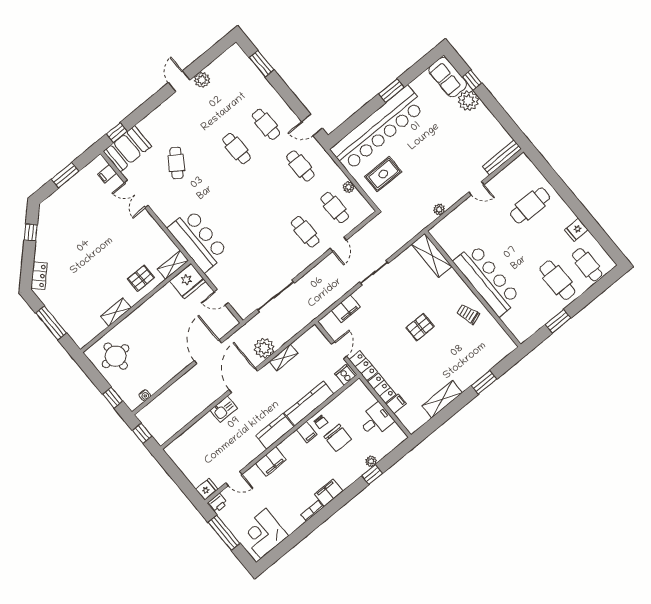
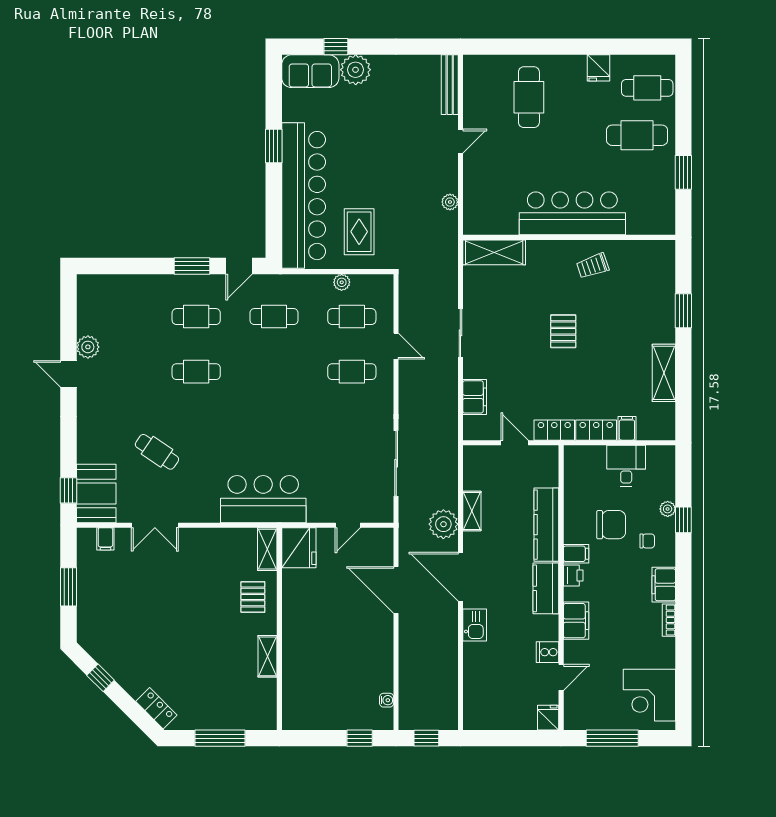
window: (262, 64) -> (192, 266), moved
round table: (116, 356) -> (316, 697), removed
cooker: (345, 375) -> (548, 652), moved
chair: (321, 422) -> (647, 541), moved
printer: (218, 503) -> (573, 575), moved

